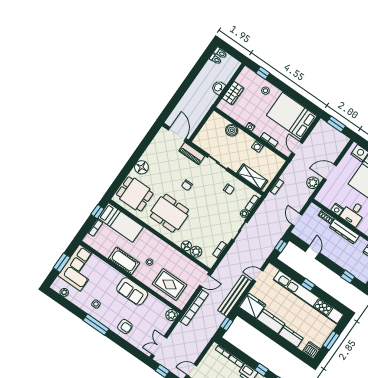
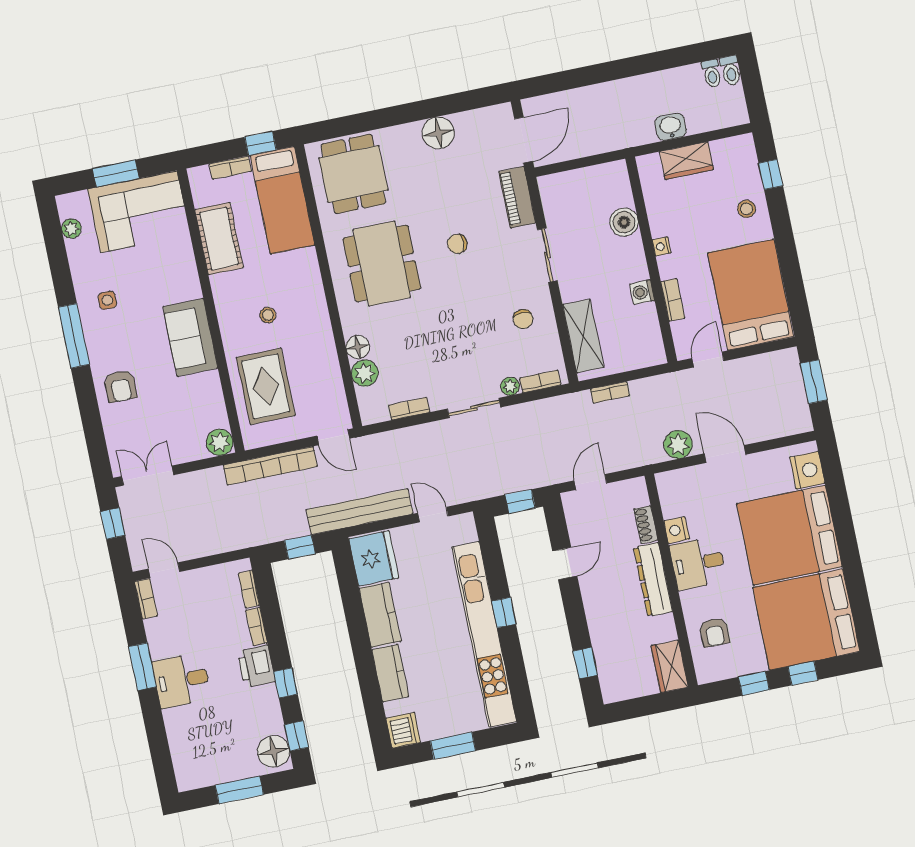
floor lamp: (141, 167) -> (438, 133), moved
cot: (124, 261) -> (219, 239), moved

